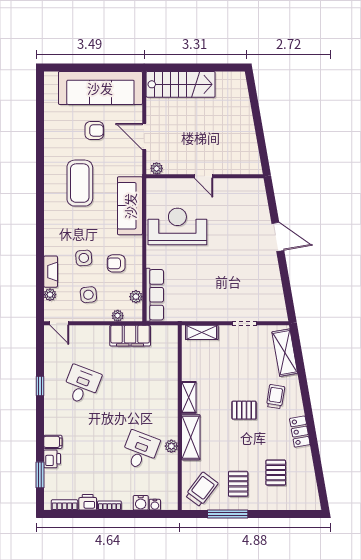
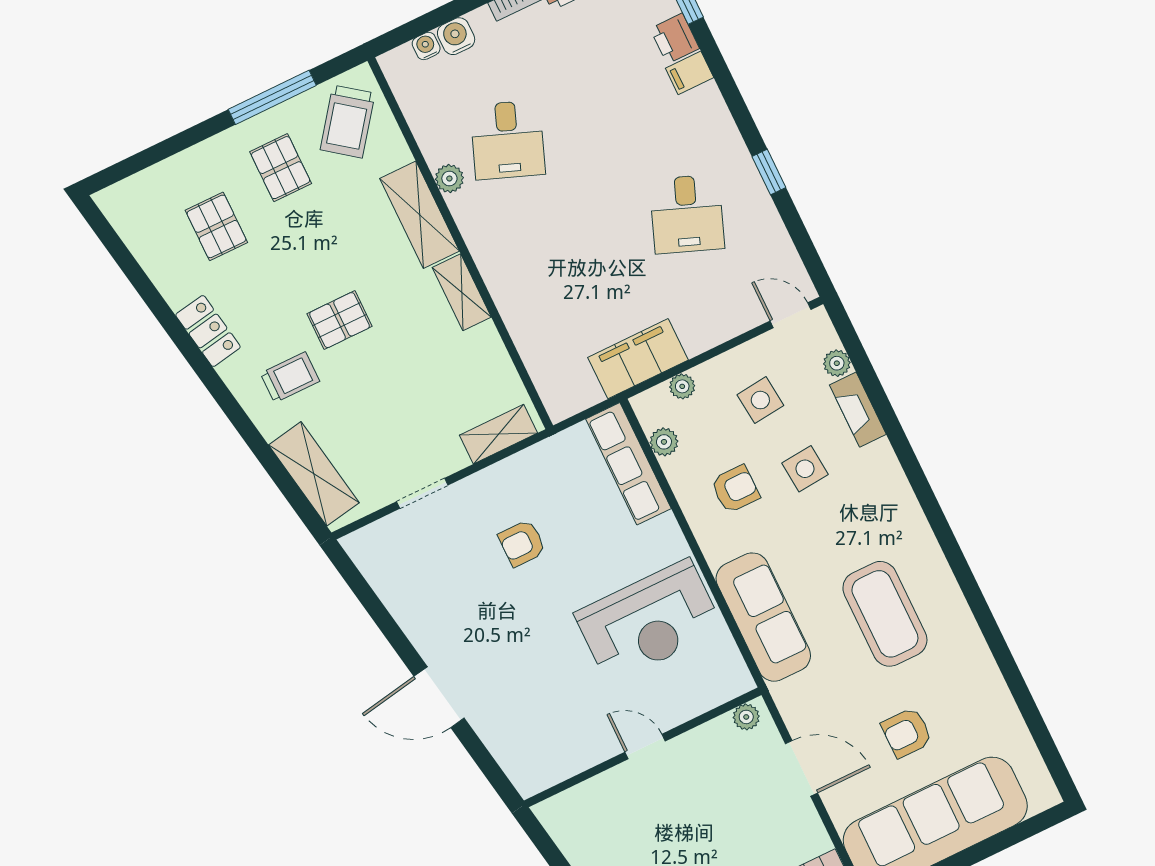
armchair: (214, 283) -> (522, 543), added
trolley: (276, 397) -> (290, 377), turned -99

